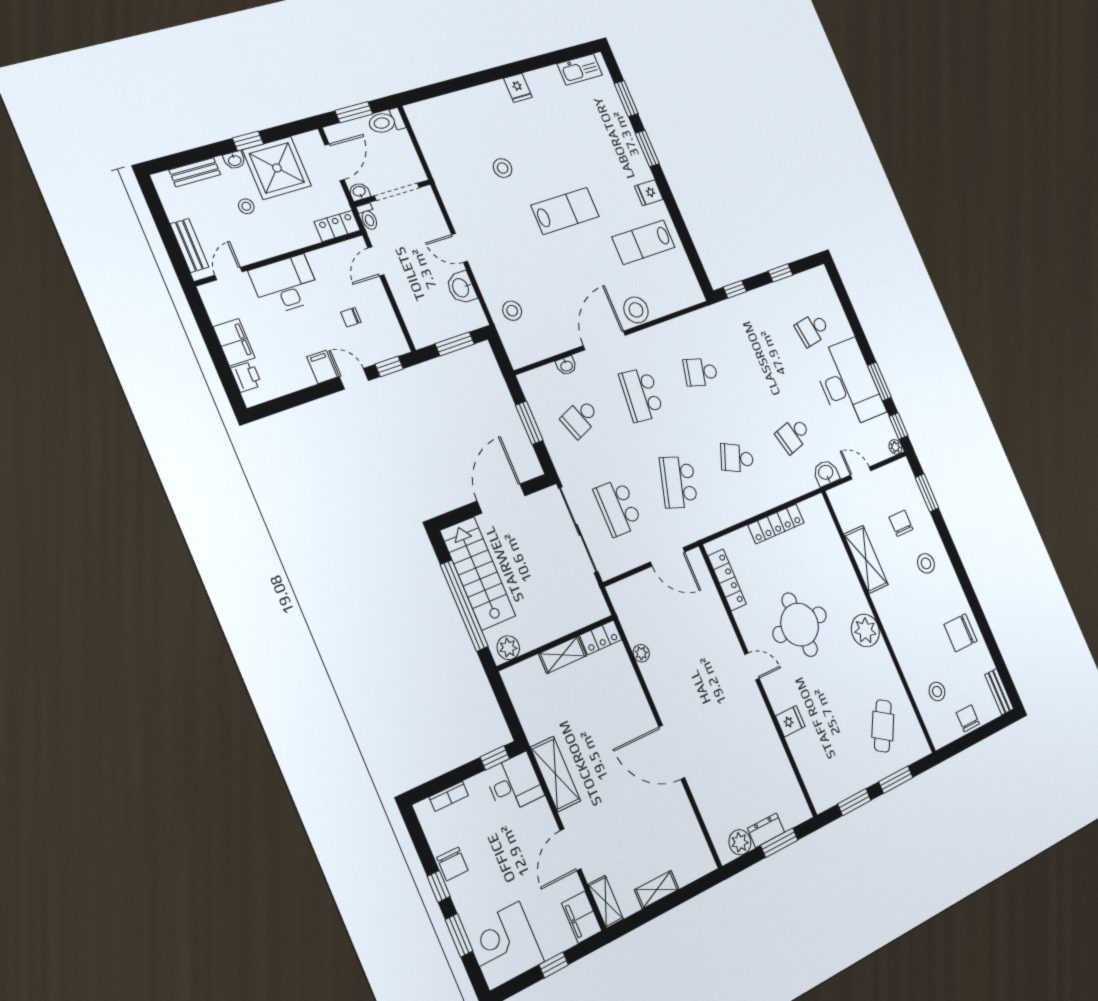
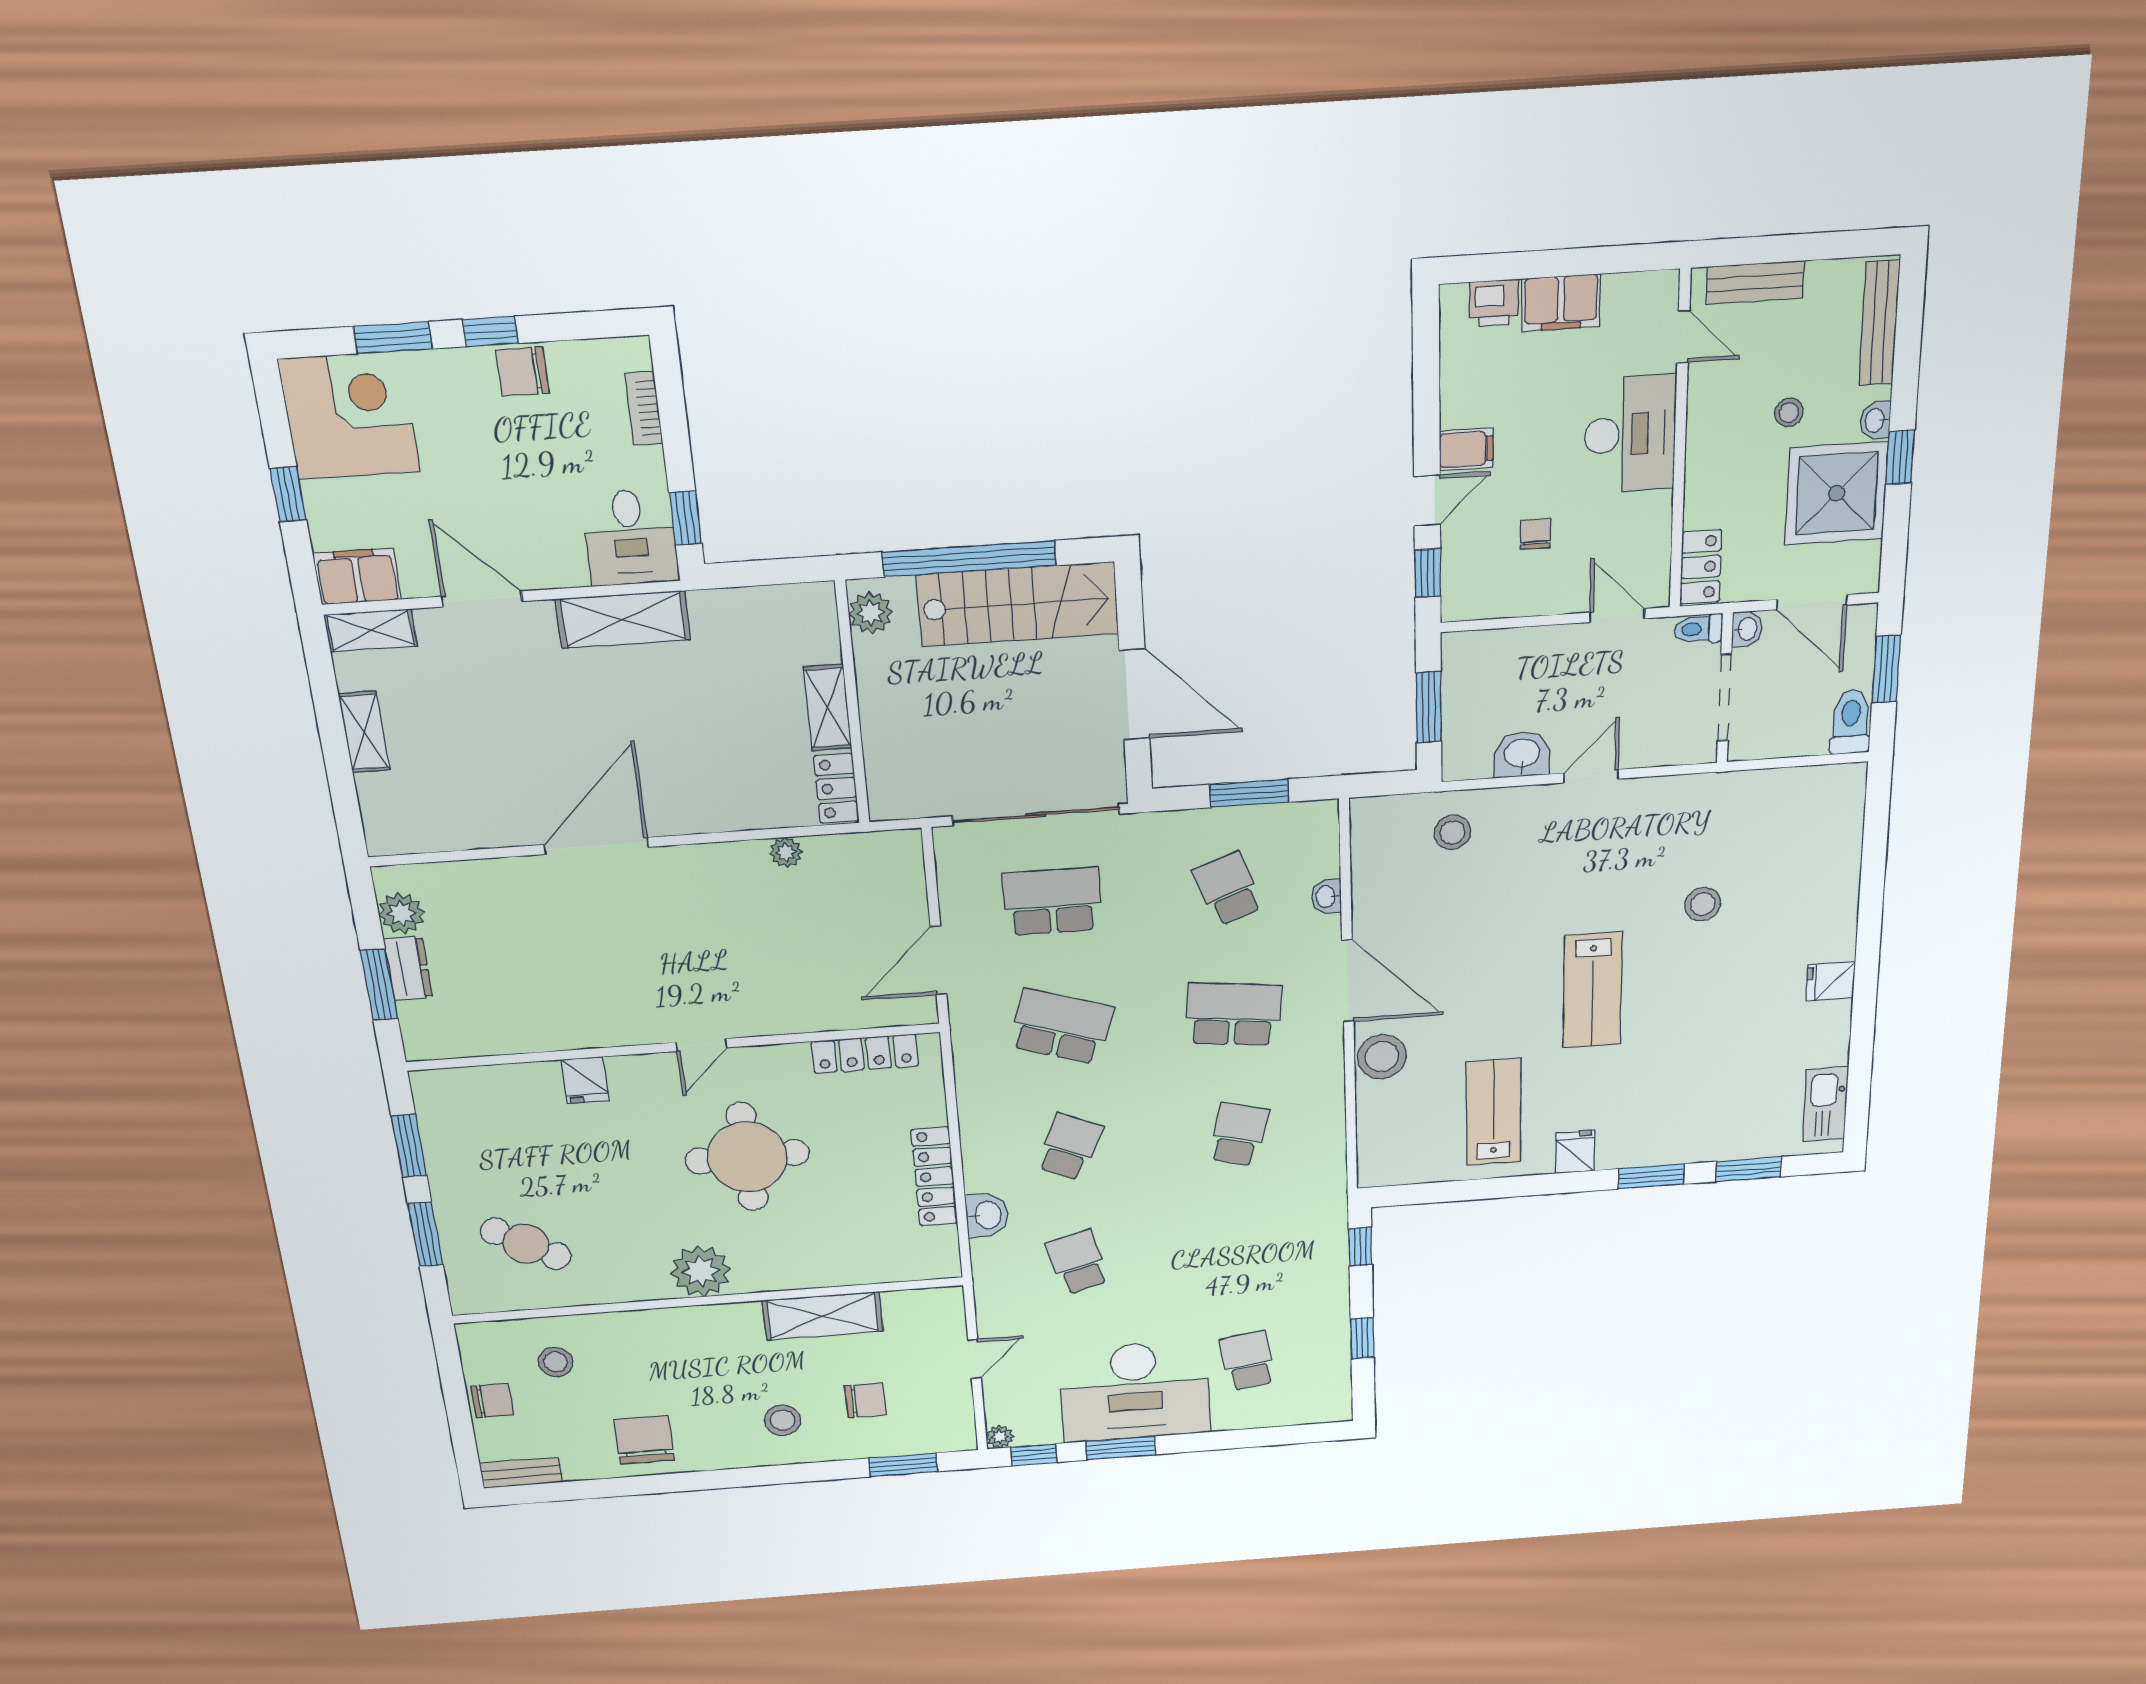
bench: (195, 172) -> (1879, 323), width x1.36
washbasin: (826, 473) -> (987, 1215), moved

